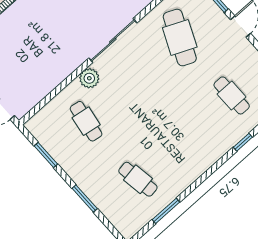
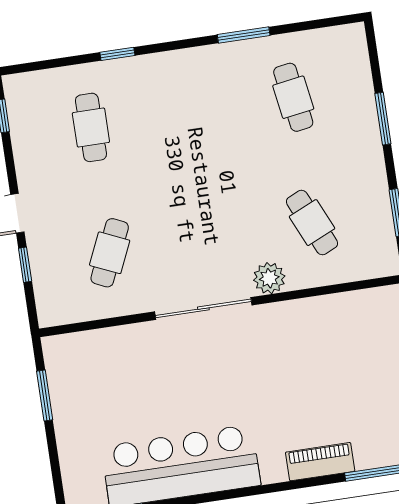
cafe table: (180, 37) -> (110, 253), width x0.73, depth x0.74
cafe table: (86, 121) -> (312, 223), turned -33
window: (166, 211) -> (244, 35), moved

